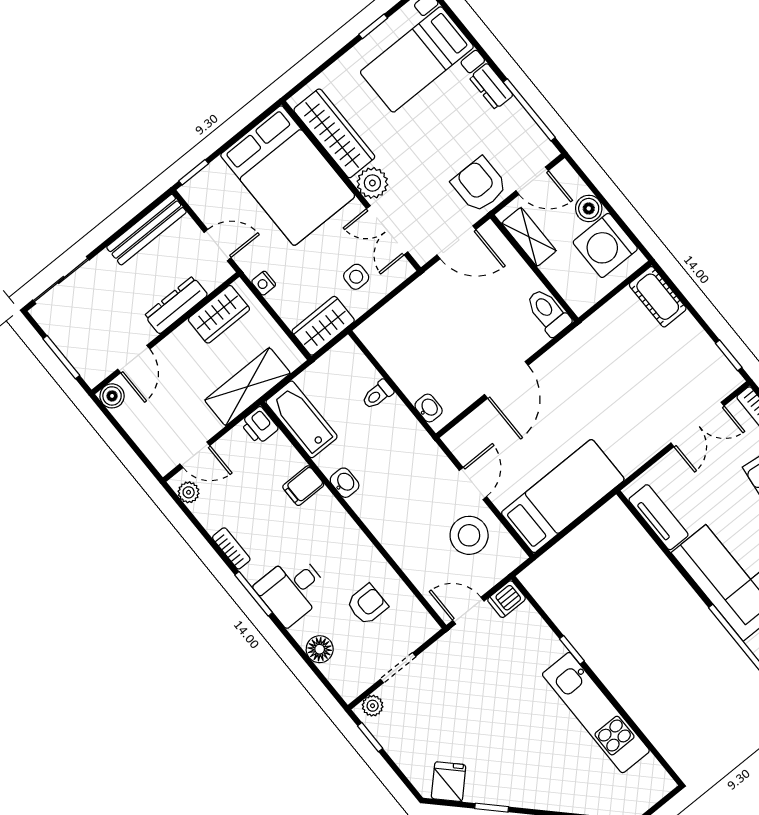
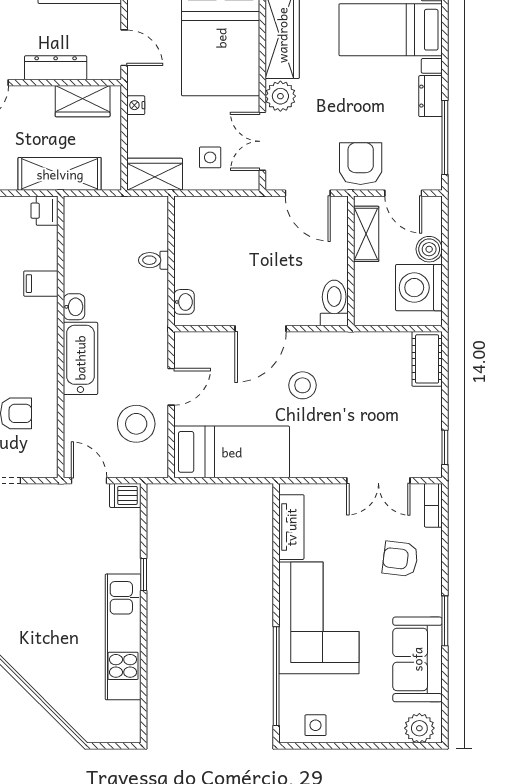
stool: (576, 398) -> (303, 385), added
bathtub: (302, 419) -> (80, 358), moved

